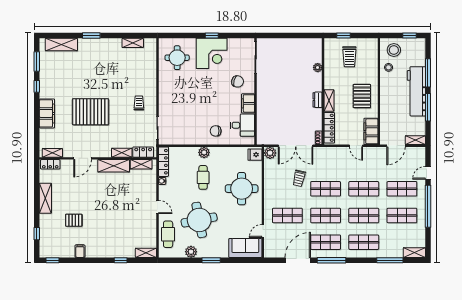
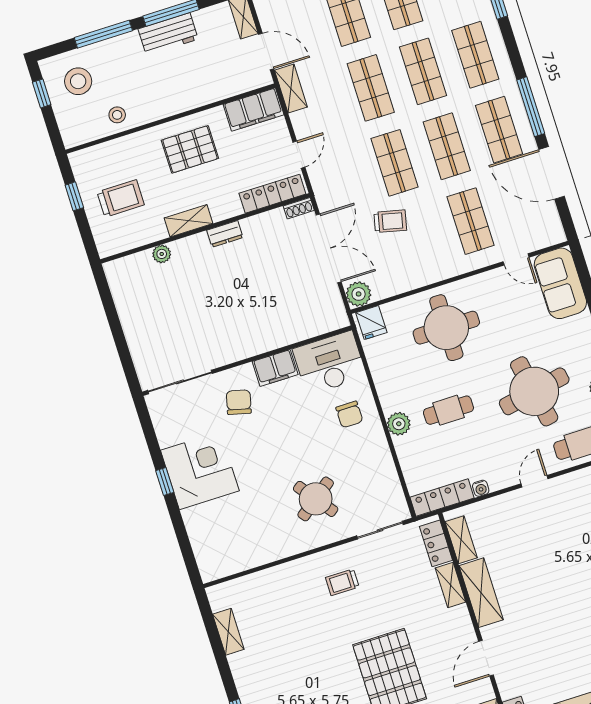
window: (343, 36) -> (74, 196), moved
stool: (394, 50) -> (78, 81), moved
round table: (177, 58) -> (316, 499), moved, turned -37
workbench: (416, 91) -> (168, 34), width x0.53, depth x0.76
shelving: (329, 101) -> (189, 221), moved
desk: (242, 125) -> (330, 363), width x1.37
door: (356, 146) -> (299, 155), moved
shelving: (375, 152) -> (291, 89), added
door: (83, 158) -> (486, 658), swing flipped

